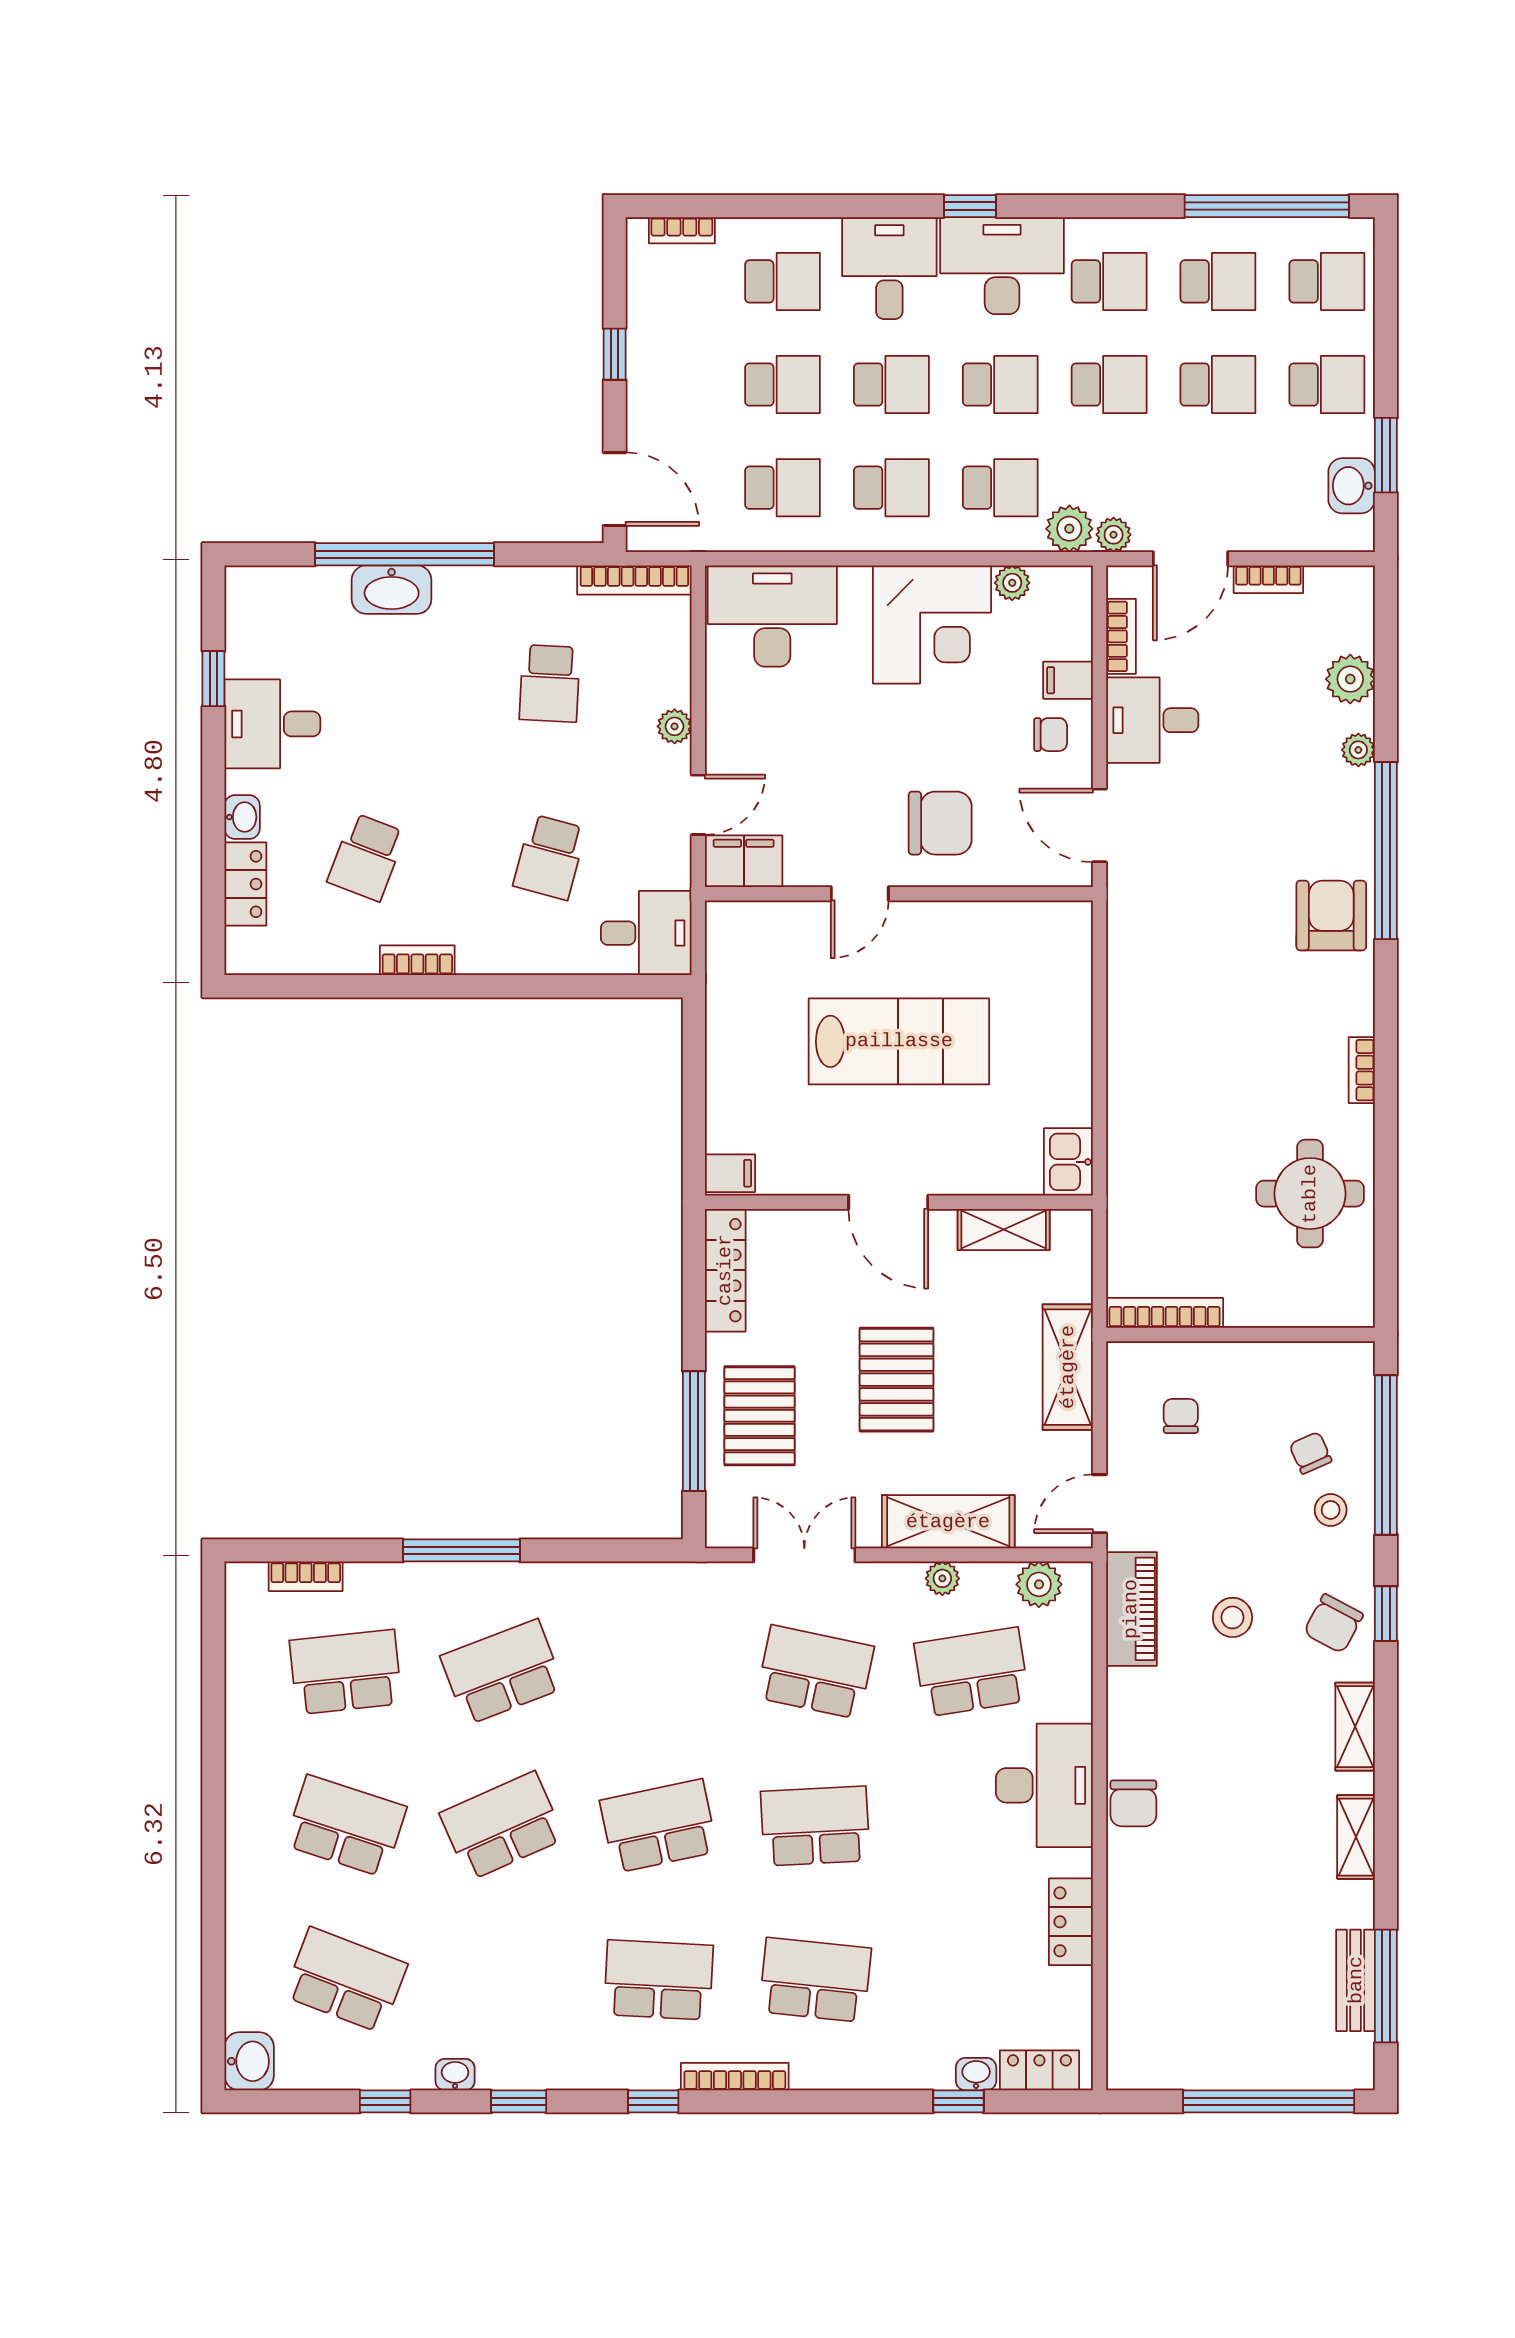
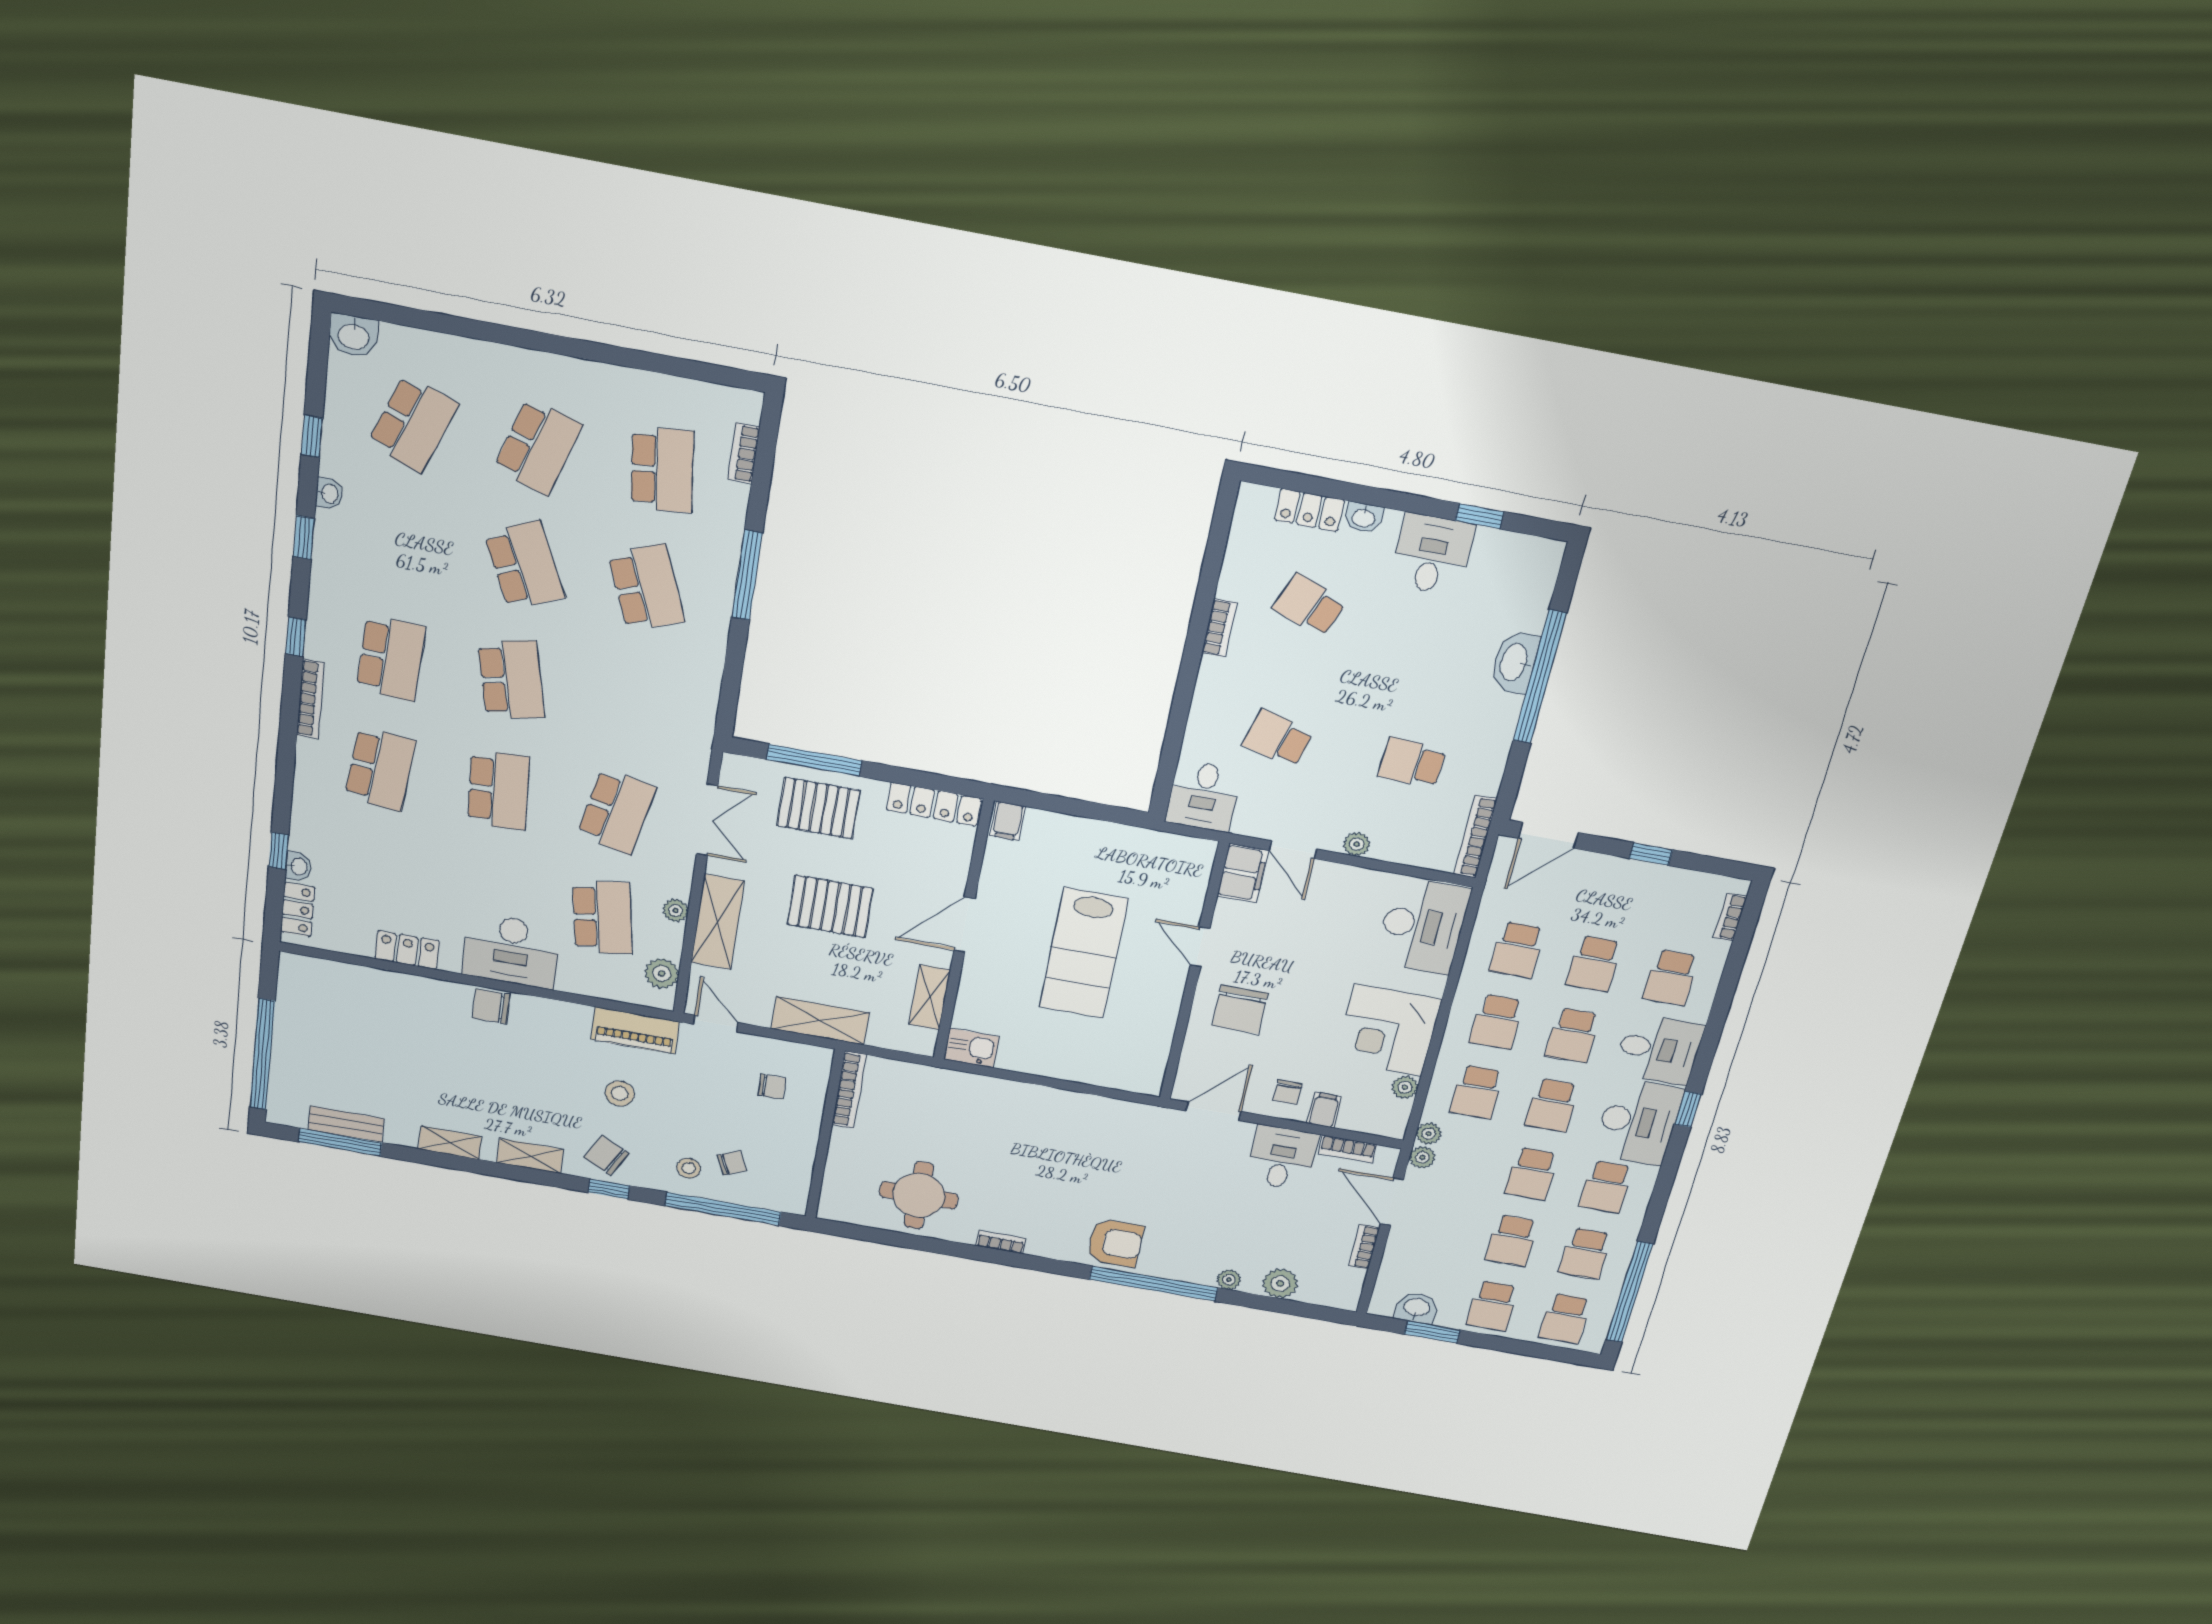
plant: (1069, 529) -> (1429, 1134), width x0.73, depth x0.73

